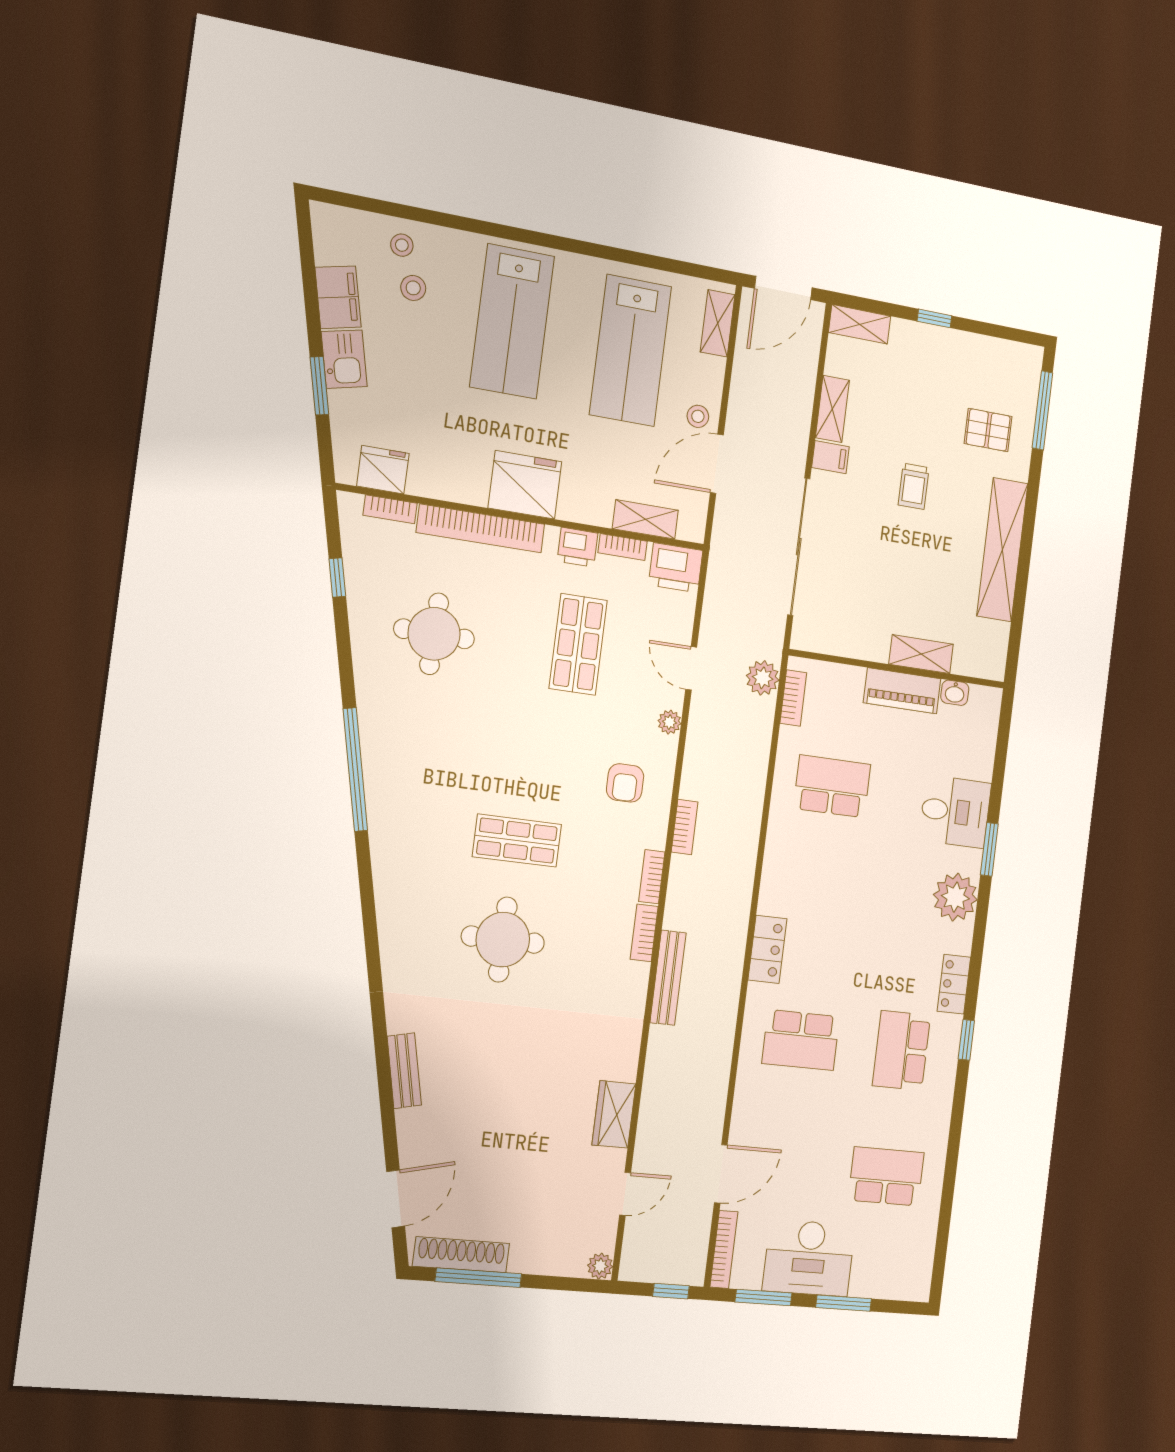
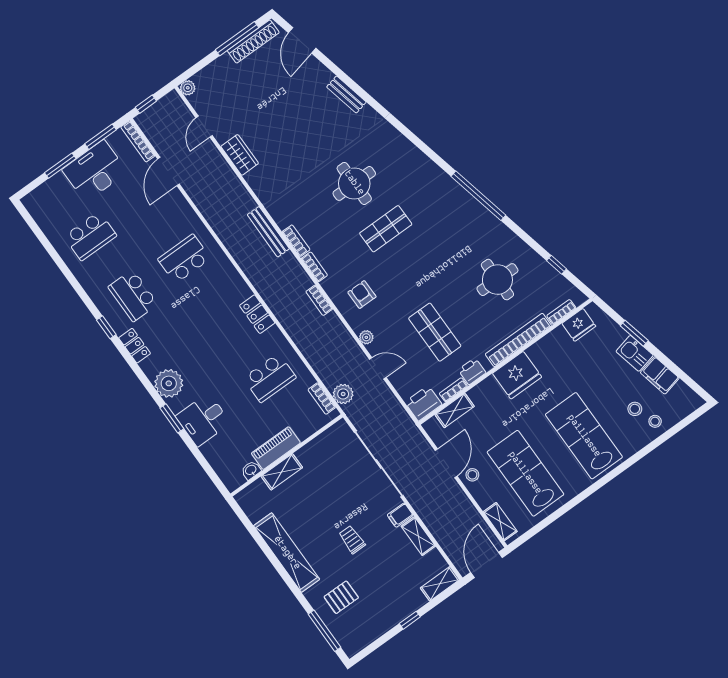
locker: (767, 949) -> (257, 314), moved
school desk: (901, 1050) -> (133, 296), turned 180

